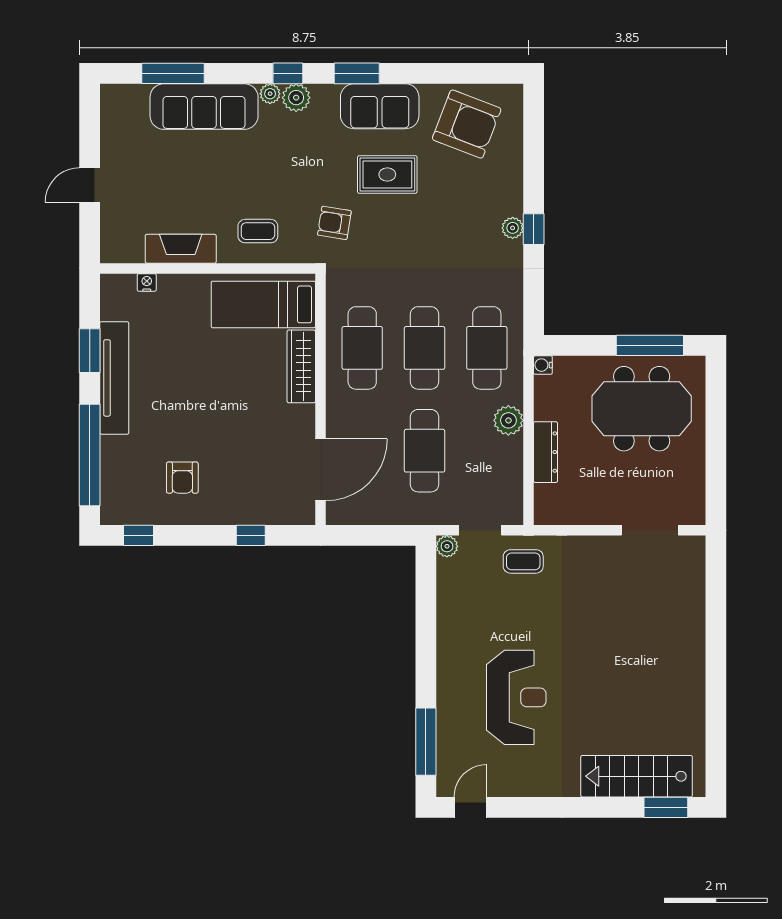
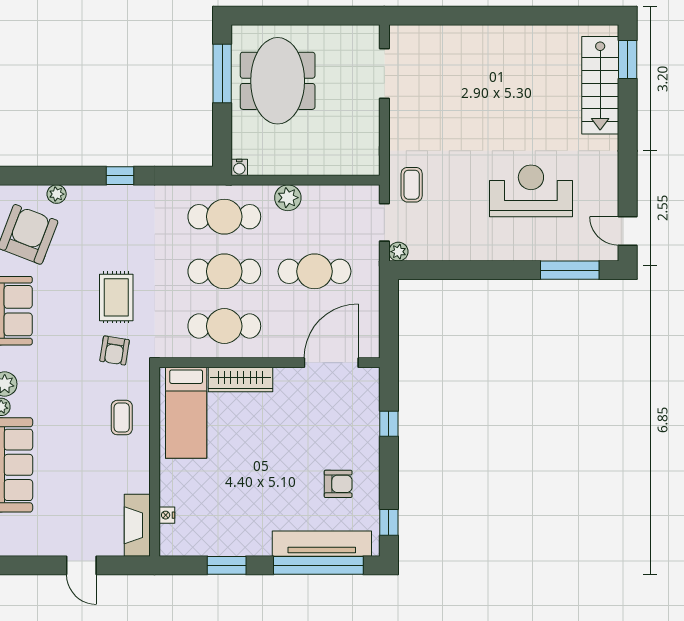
rug: (387, 175) -> (116, 297), moved
plant: (513, 228) -> (57, 194), moved
fireplace: (181, 249) -> (137, 525), moved
tv unit: (114, 378) -> (322, 544), moved
dresser: (546, 452) -> (316, 165), removed
door: (321, 470) -> (331, 363), hinge flipped

